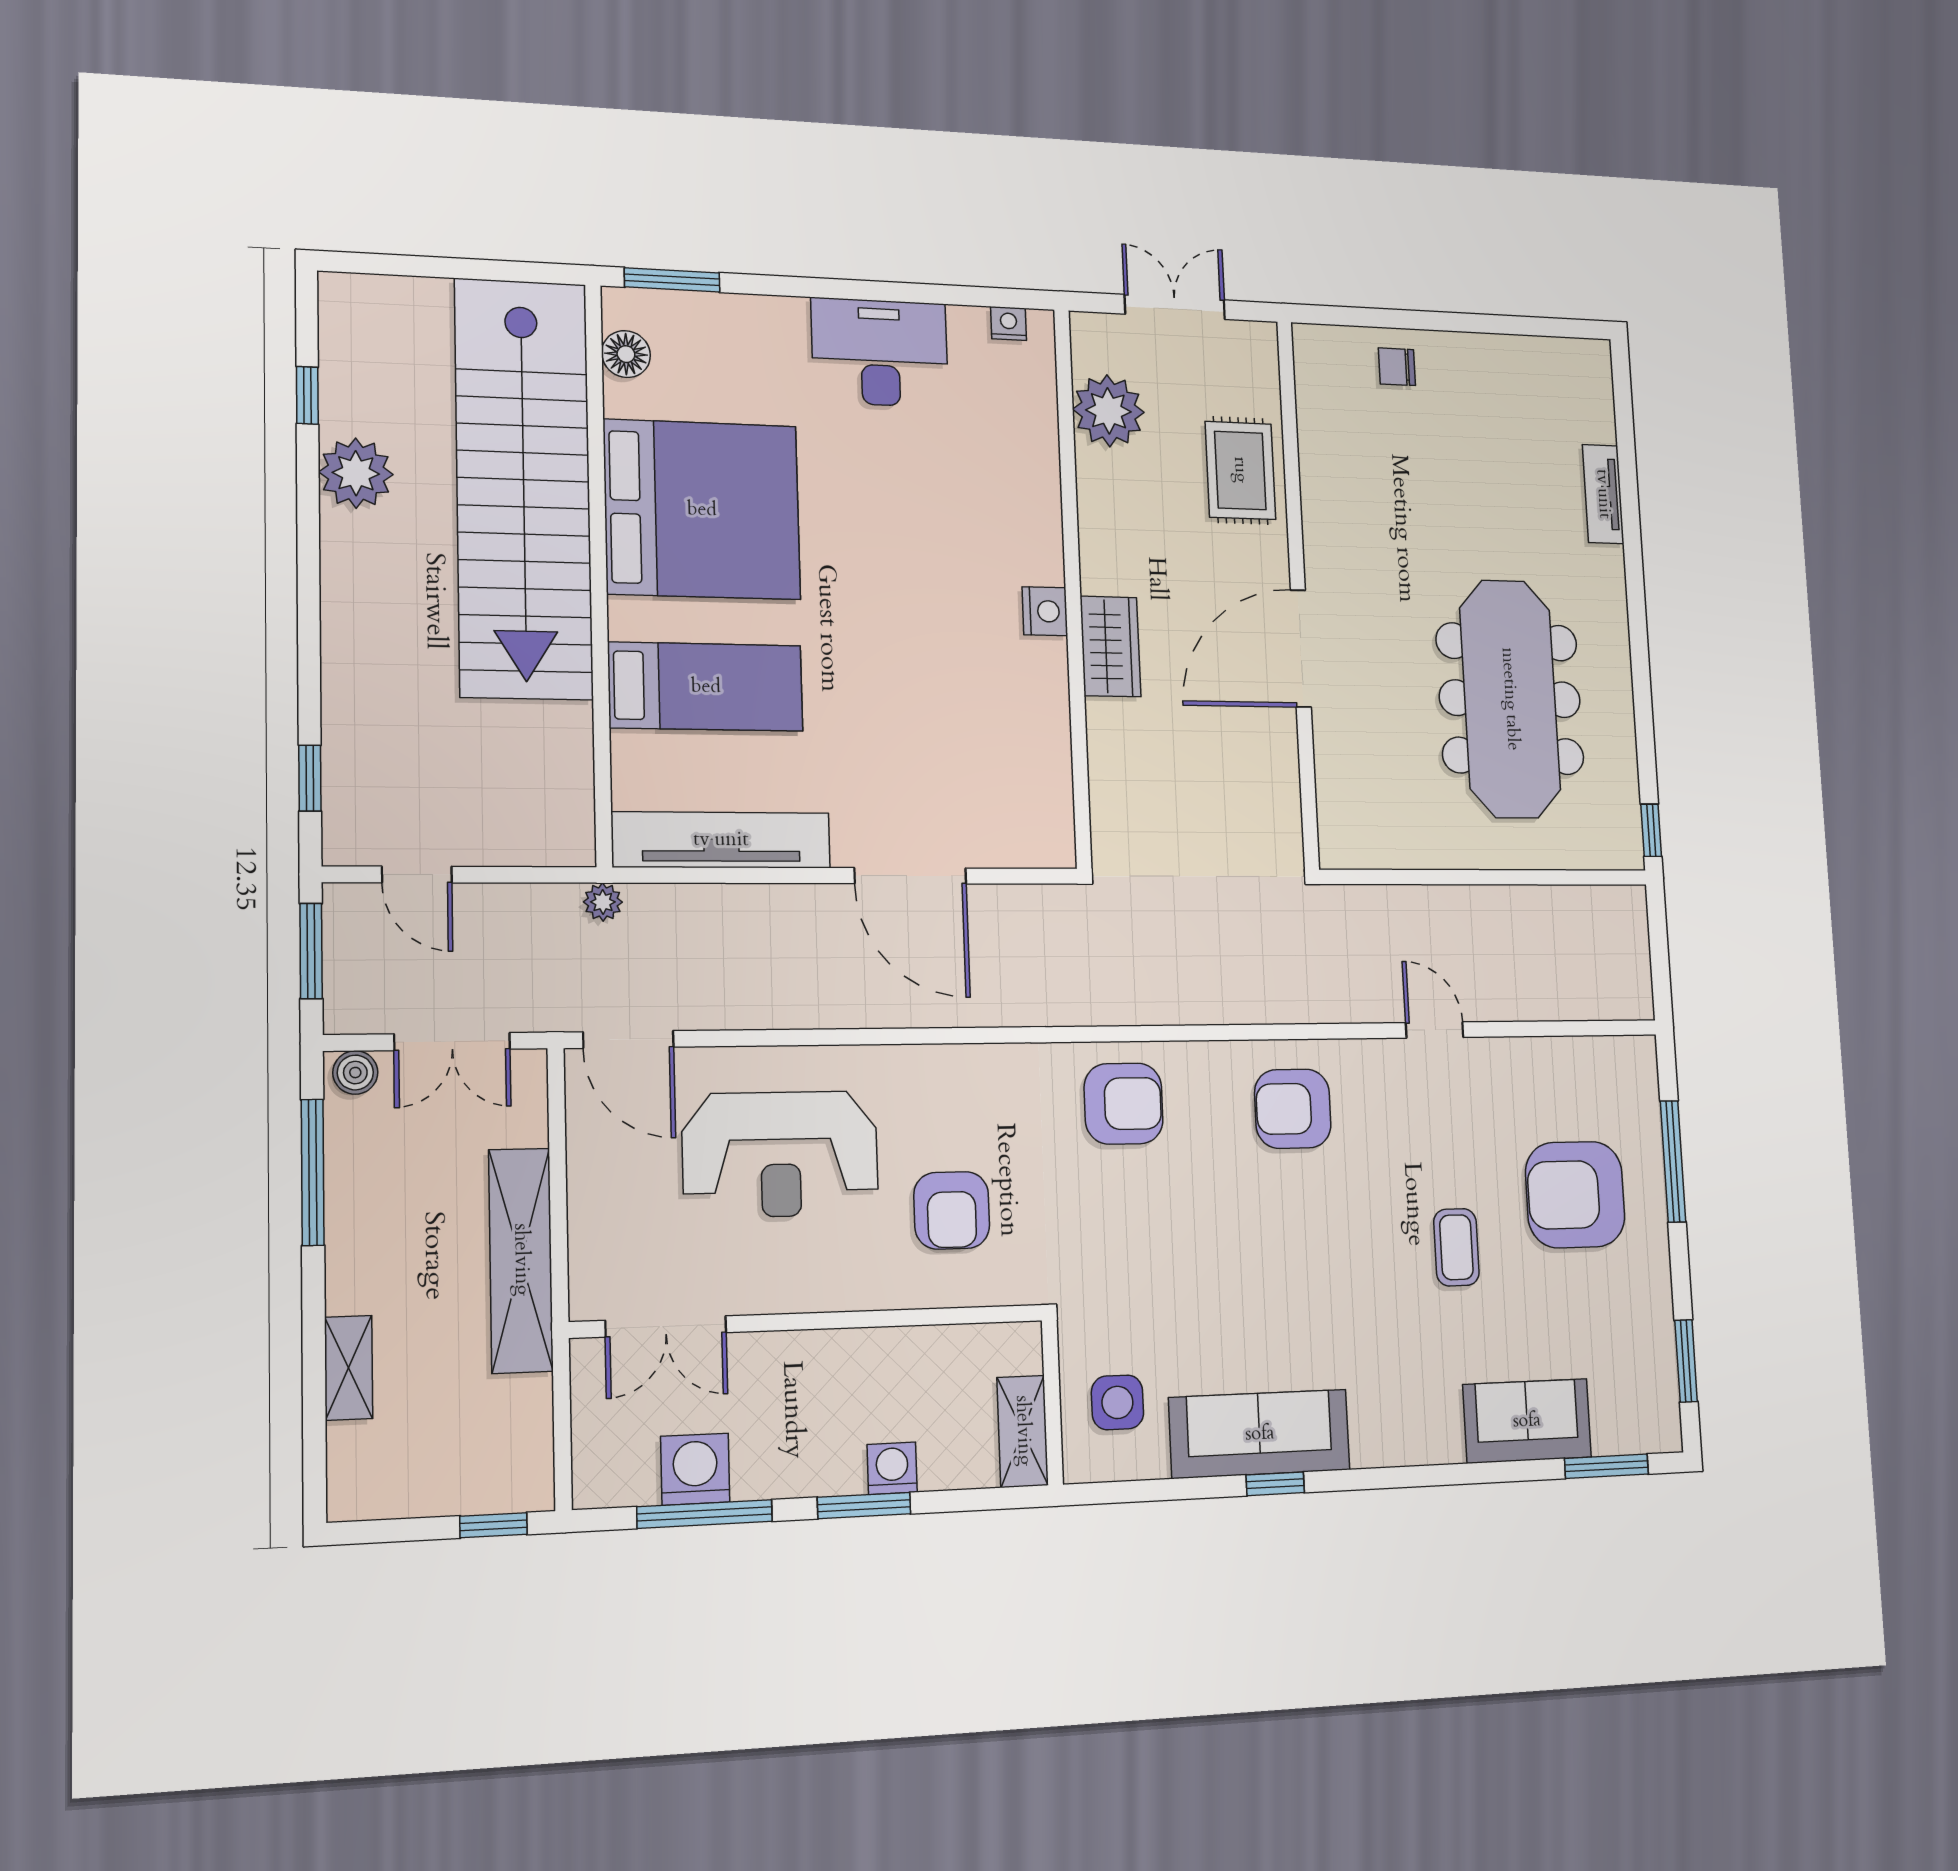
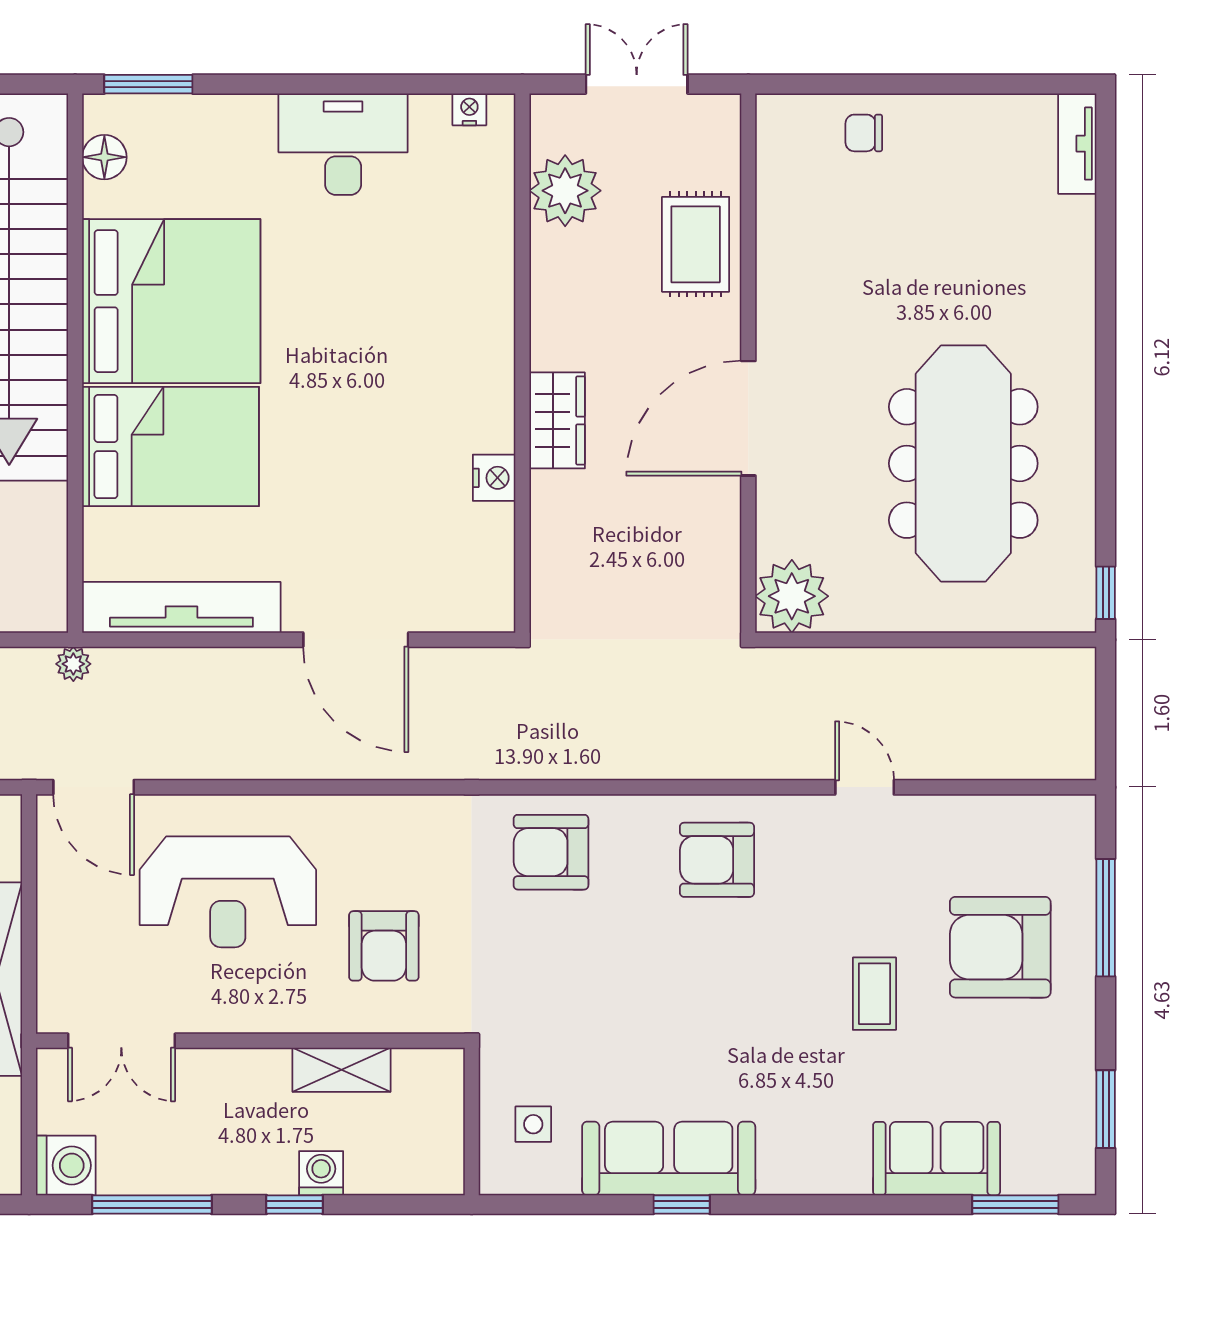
tv unit: (1603, 494) -> (1077, 144), moved
nightstand: (1045, 611) -> (494, 478), moved
bed: (706, 687) -> (171, 447), width x1.50
plant: (1353, 832) -> (792, 596), added
armchair: (1124, 1104) -> (551, 852), turned 180
side table: (1117, 1402) -> (533, 1124), width x0.73, depth x0.73
shelving: (1023, 1431) -> (342, 1070), moved, turned 90
washing machine: (695, 1469) -> (66, 1165), moved, turned 90
window: (864, 1506) -> (295, 1205), width x0.67

